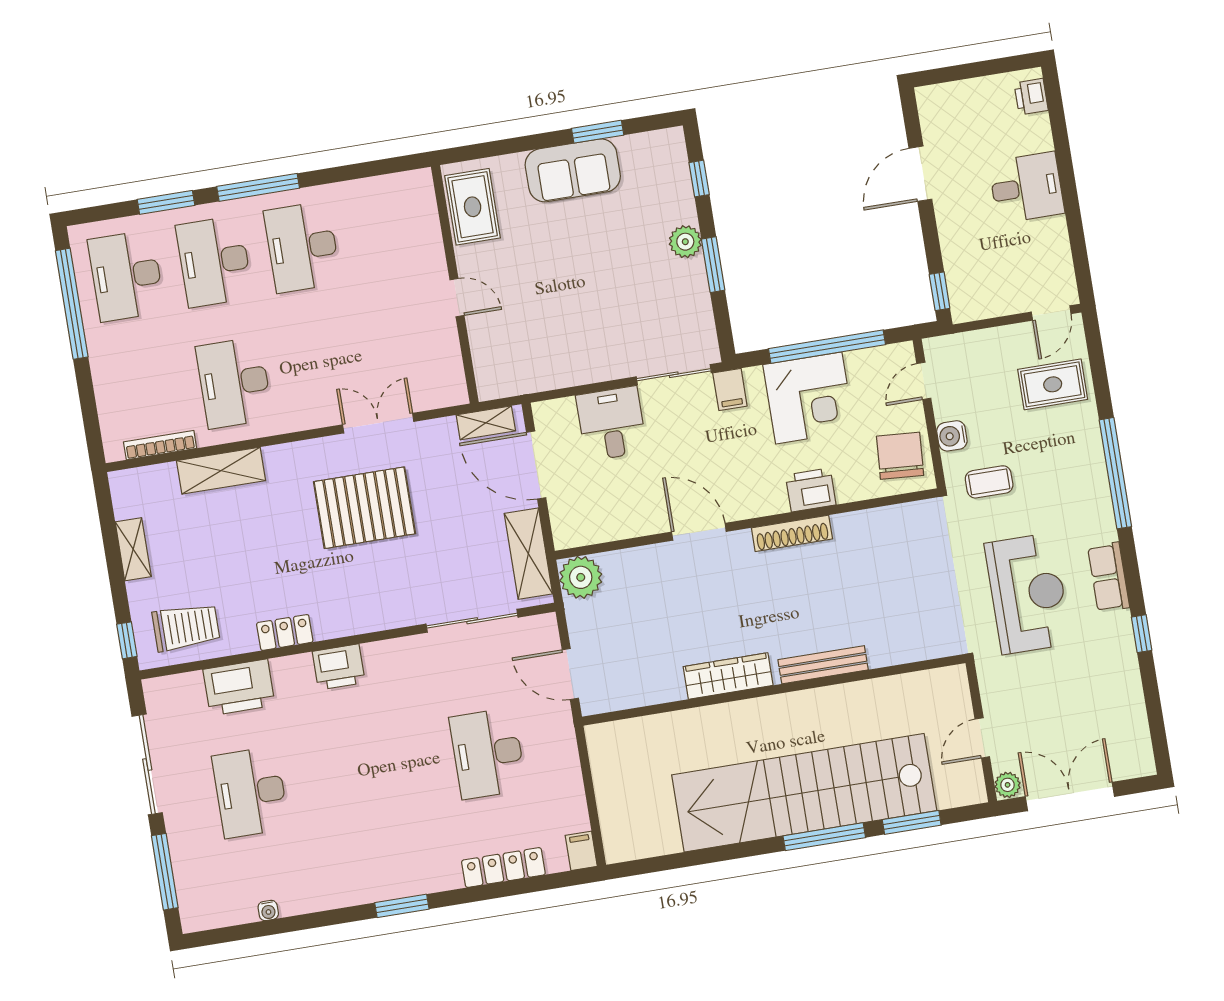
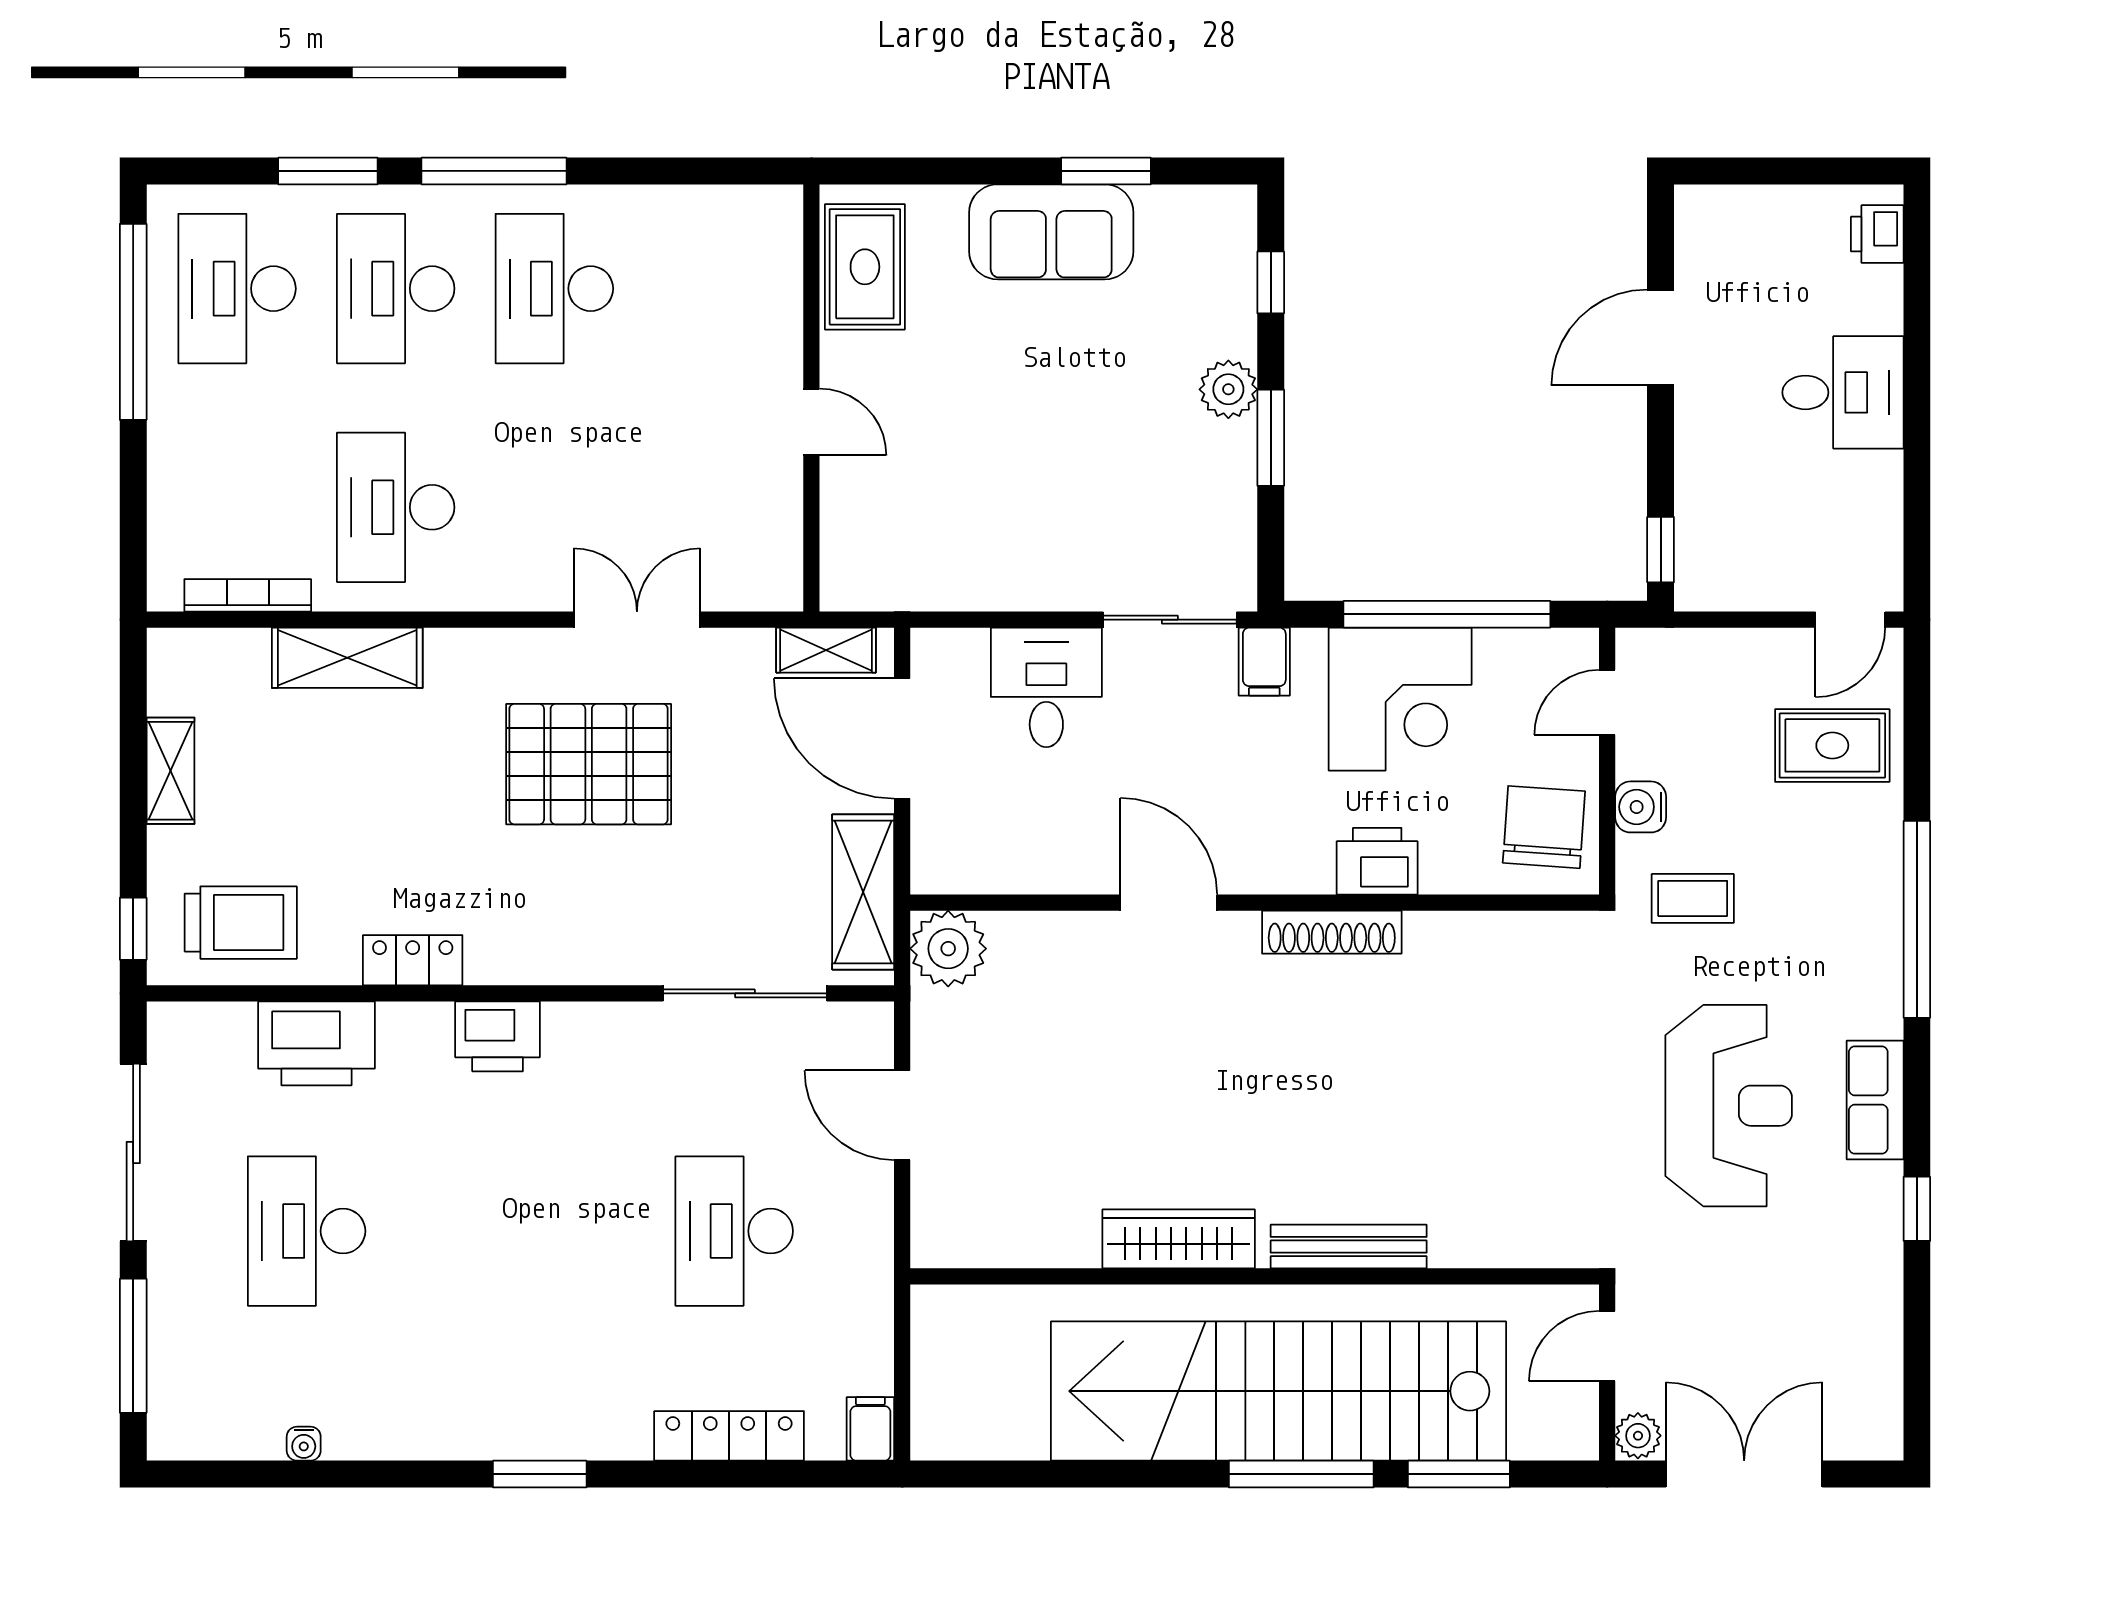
bench: (823, 665) -> (1349, 1247), moved
wardrobe: (728, 676) -> (1179, 1239), moved
wall: (774, 690) -> (1255, 1276), moved

